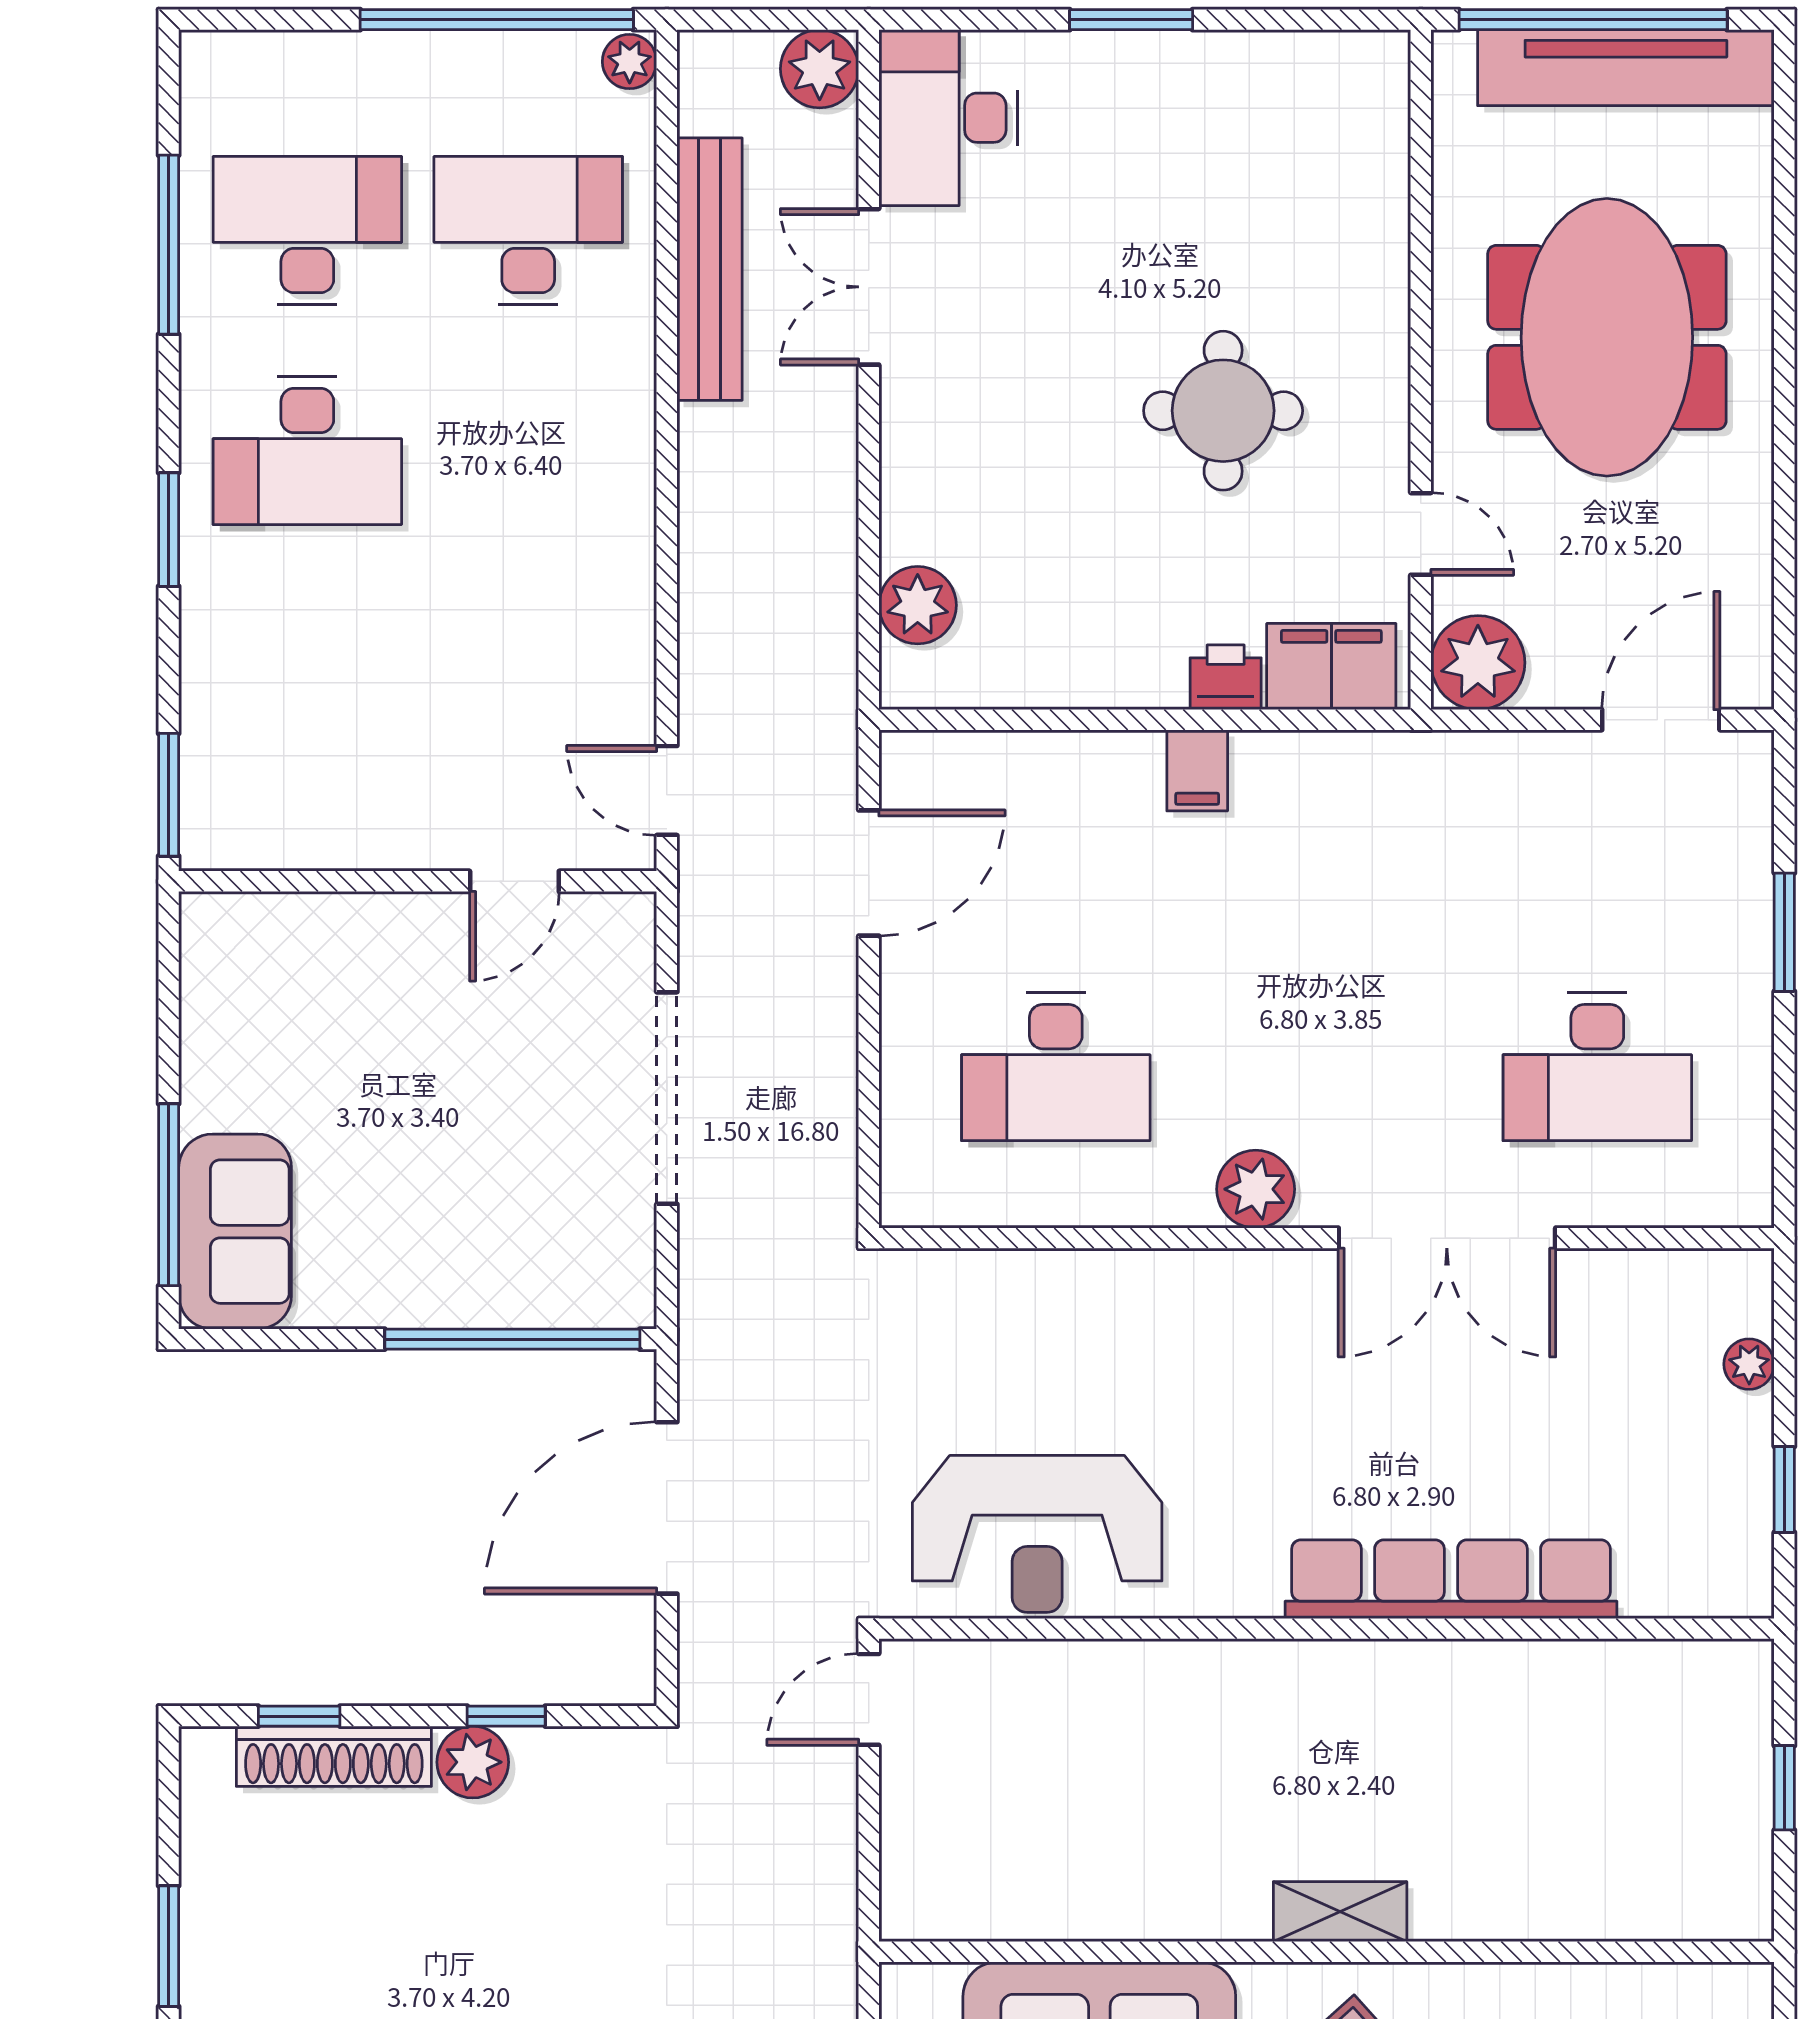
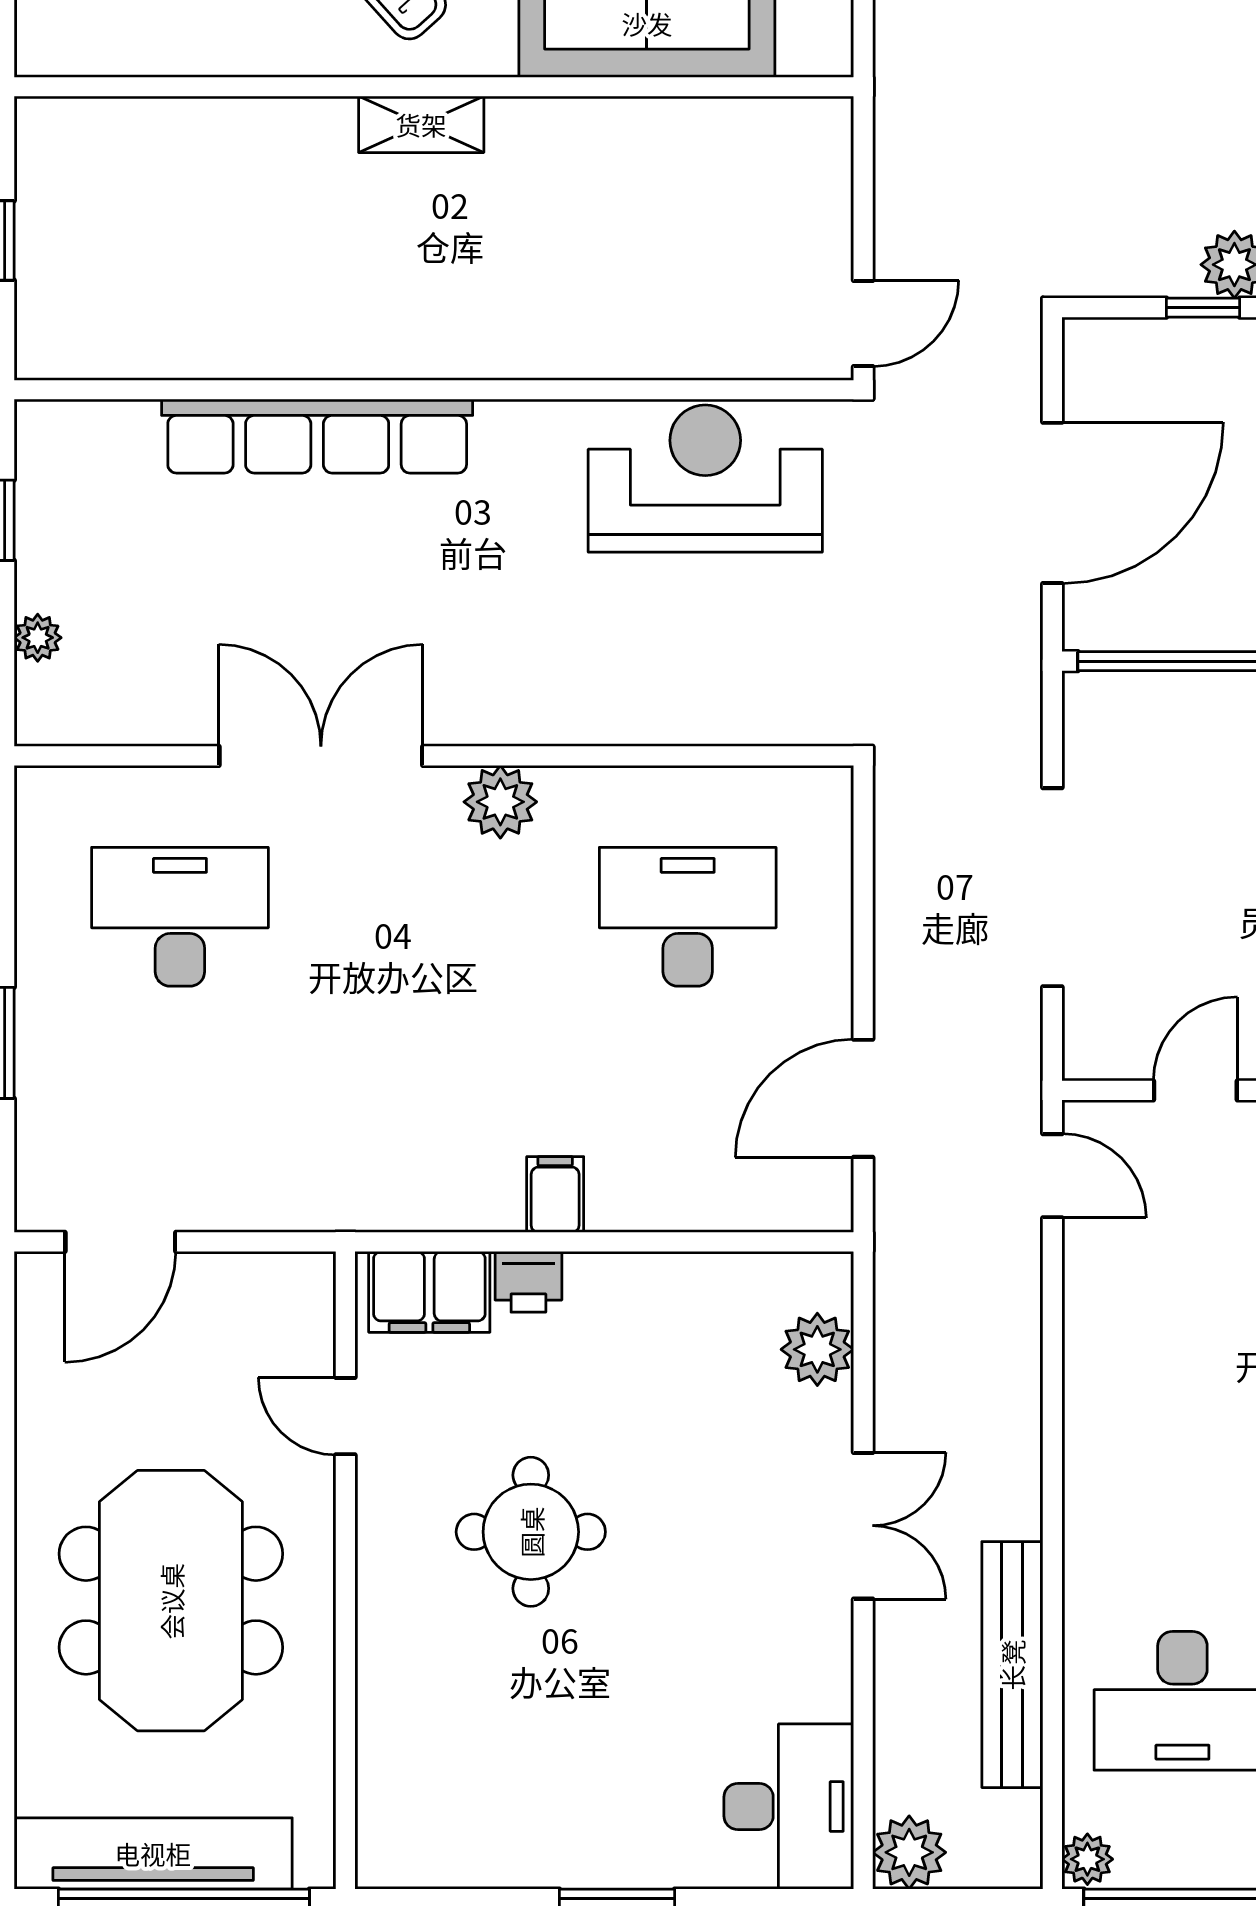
double door: (869, 287) -> (863, 1526), moved
plant: (1478, 663) -> (292, 1296), removed

